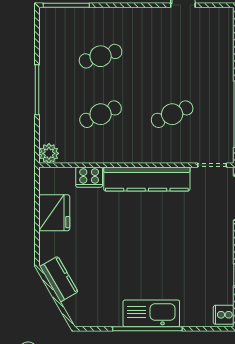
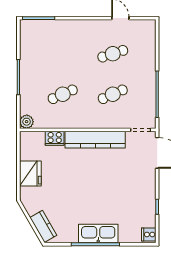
cafe table: (101, 56) -> (113, 54), moved
fridge: (54, 213) -> (30, 174), moved
kitchen counter: (59, 279) -> (43, 226), moved

